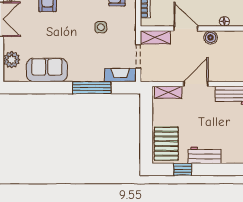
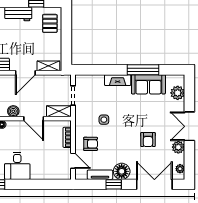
fireplace: (120, 75) -> (118, 80), moved
window: (92, 88) -> (143, 70), moved
pallet: (166, 144) -> (50, 23), width x0.67, depth x0.71

